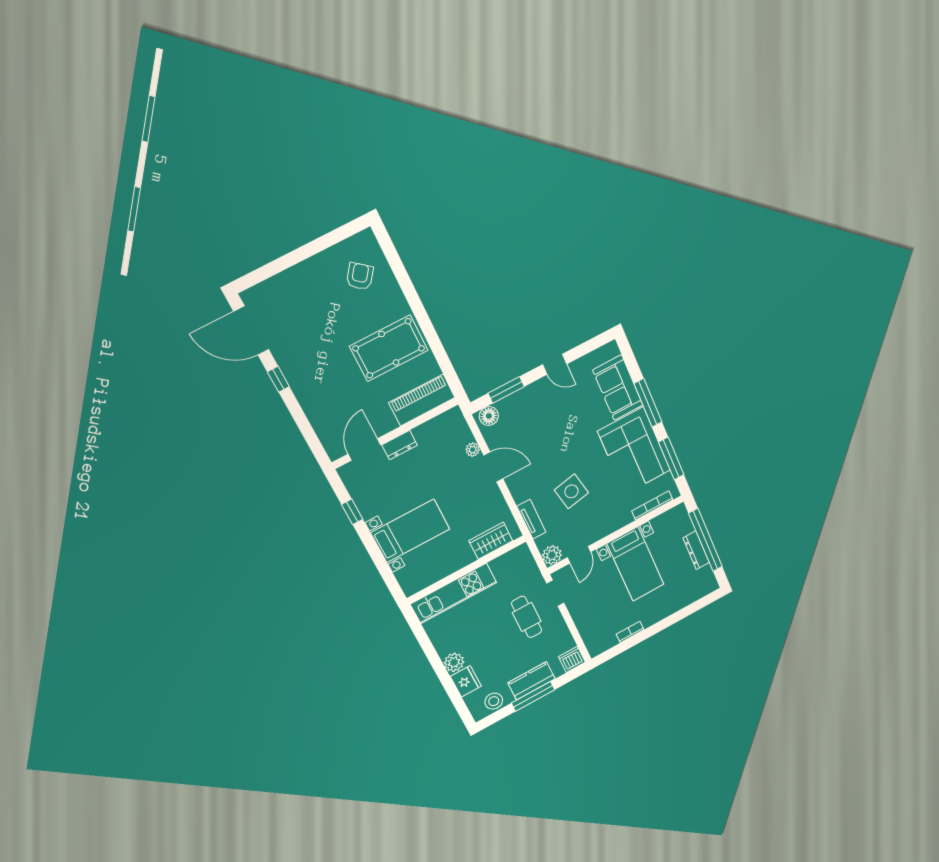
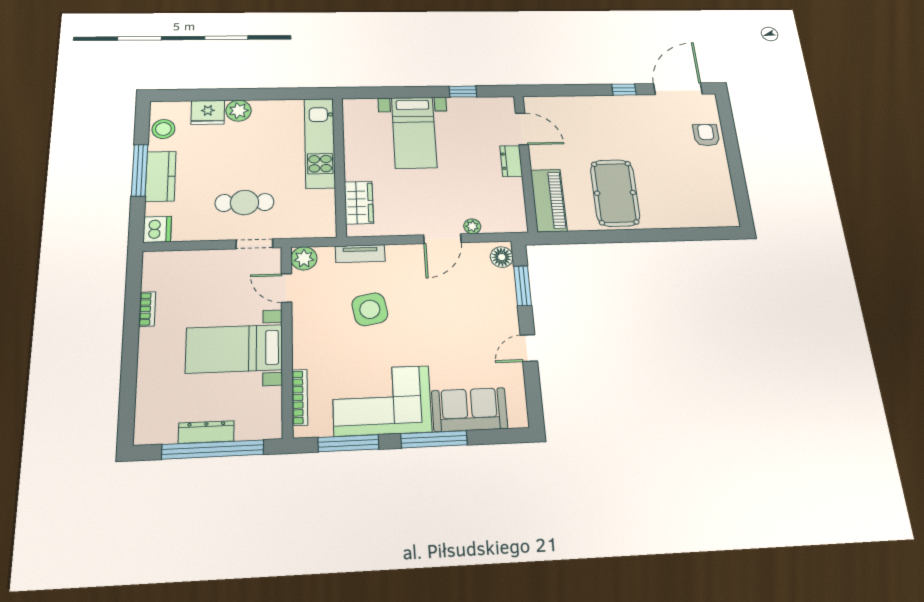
armchair: (360, 276) -> (706, 135), moved, turned -128

